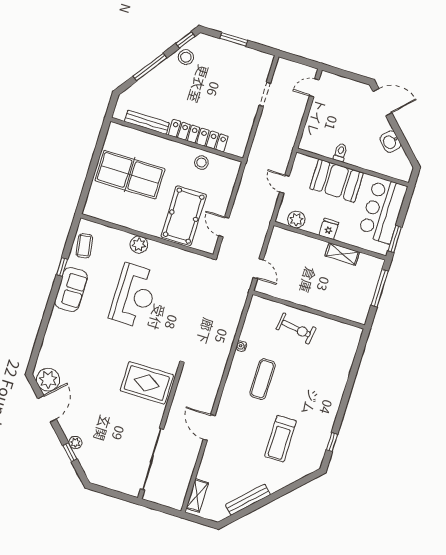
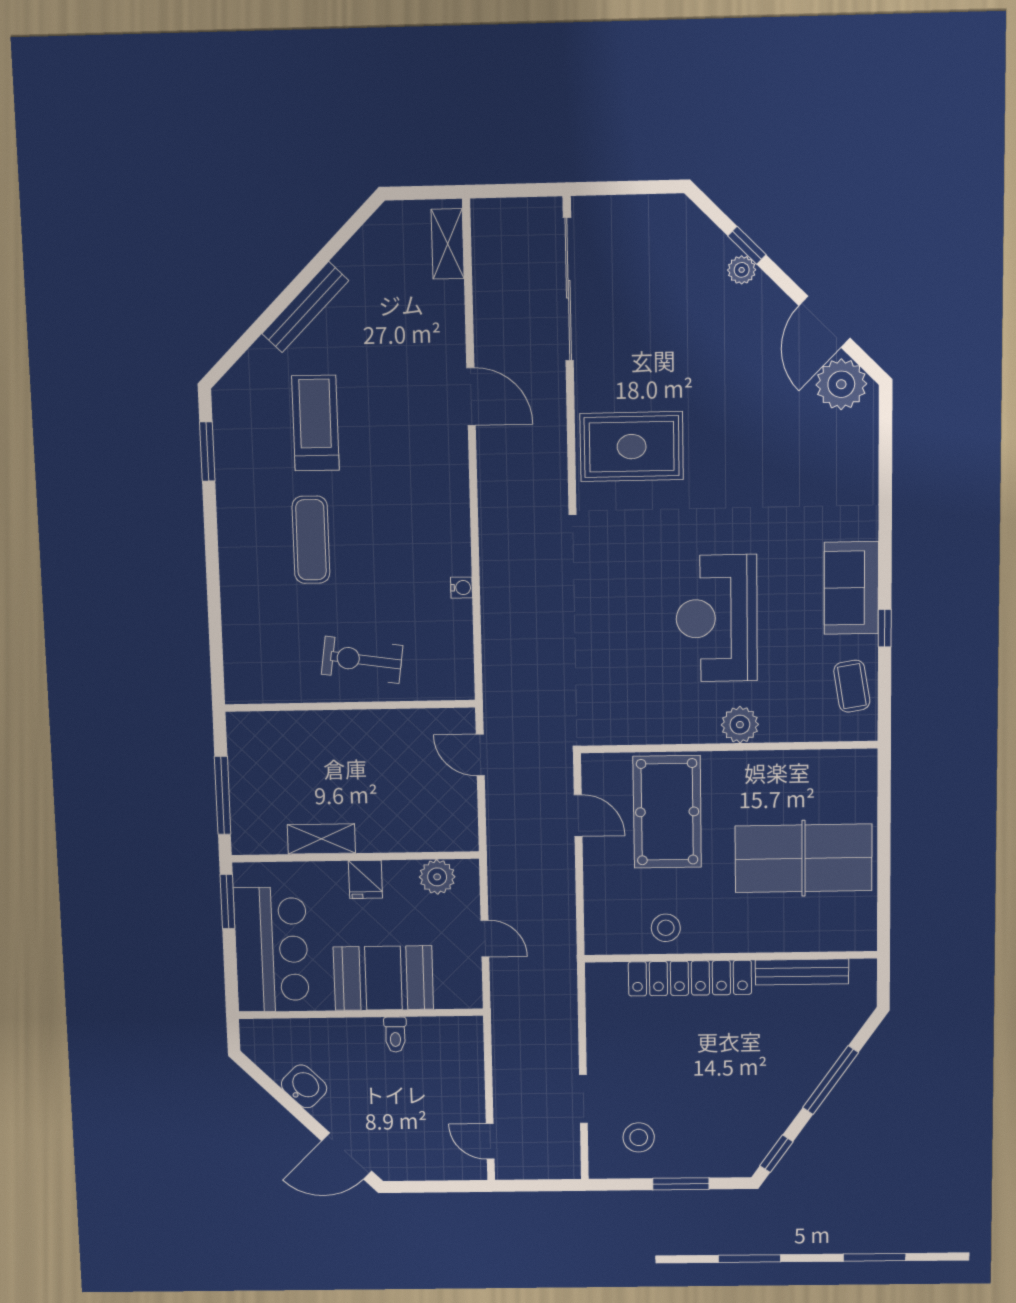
stool: (186, 57) -> (639, 1137), moved
door: (314, 88) -> (490, 1141), swing flipped
exercise mat: (262, 379) -> (311, 540), moved
window: (332, 442) -> (207, 451), width x1.50
bench: (248, 500) -> (305, 307), moved

